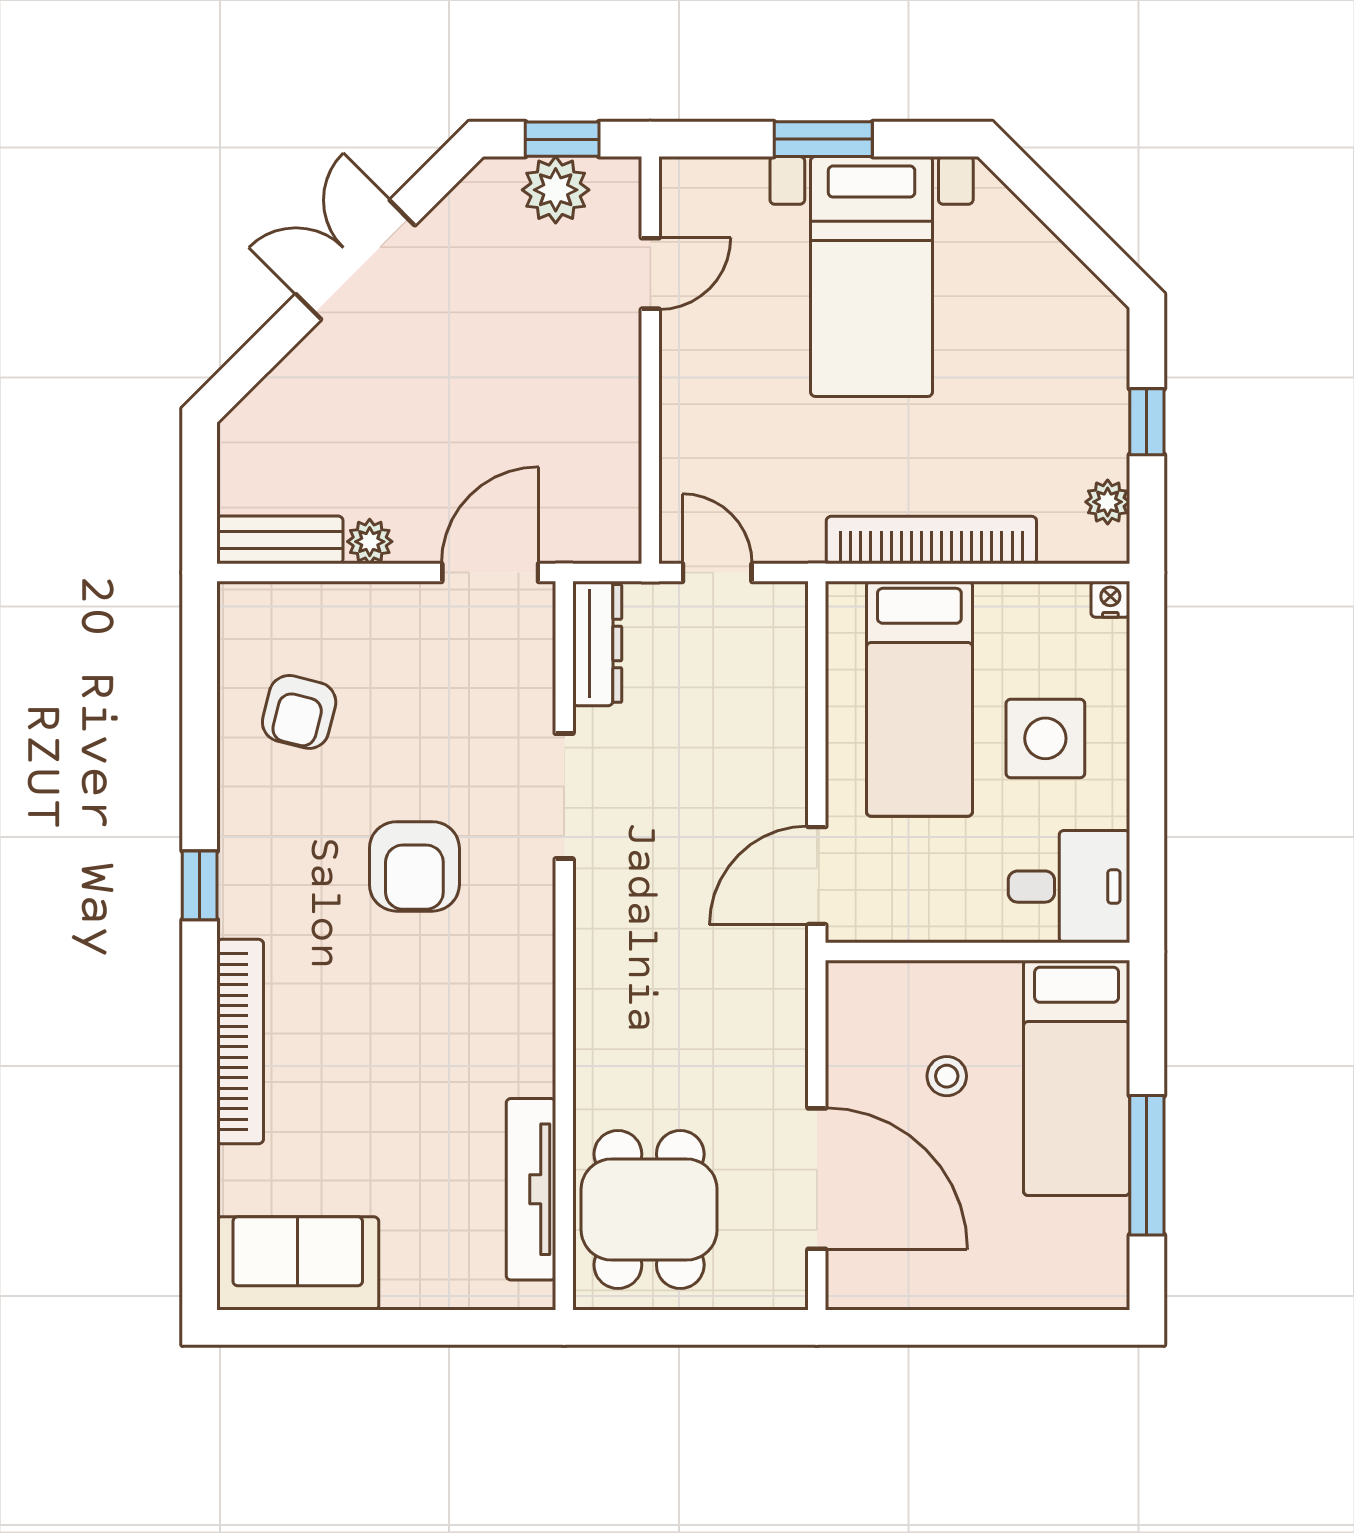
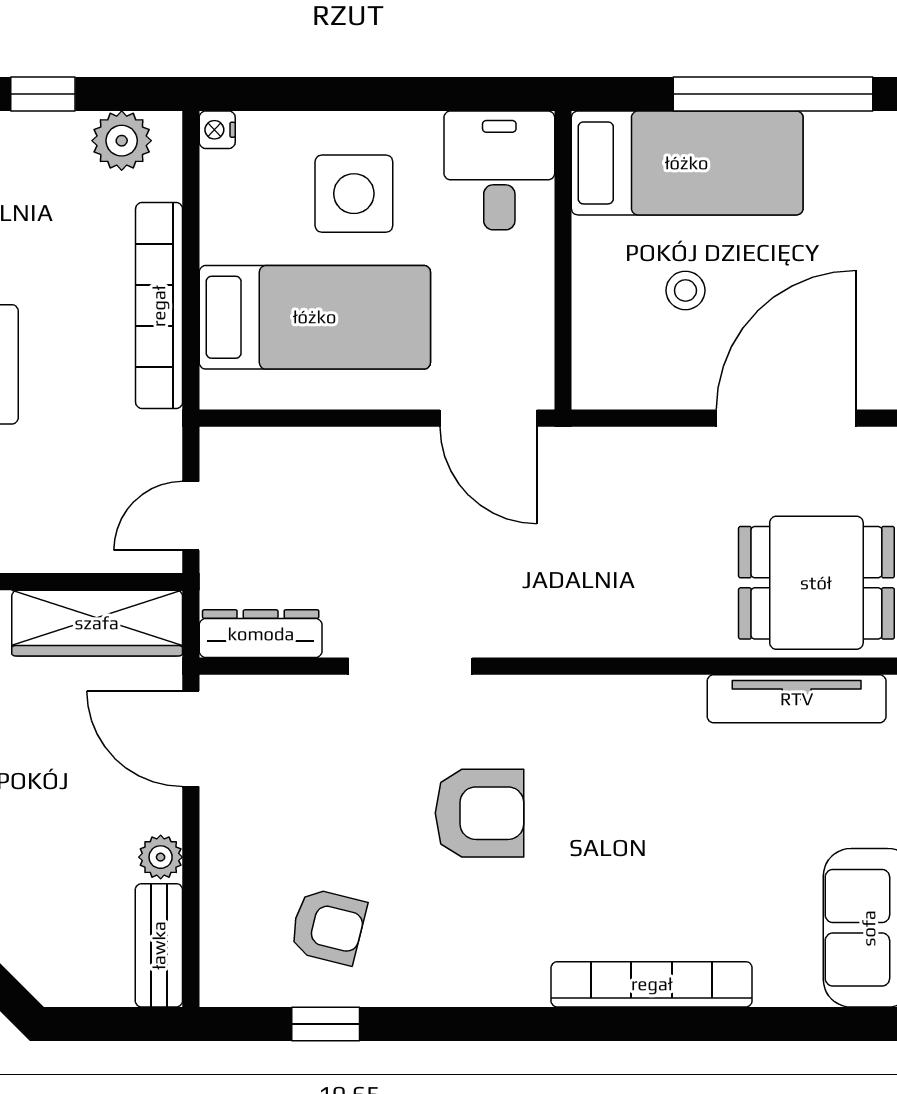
wardrobe: (608, 477) -> (97, 623), added
plant: (1108, 502) -> (122, 141), width x1.38, depth x1.38
window: (200, 885) -> (326, 1024), moved
window: (1147, 1165) -> (773, 94), width x1.46

